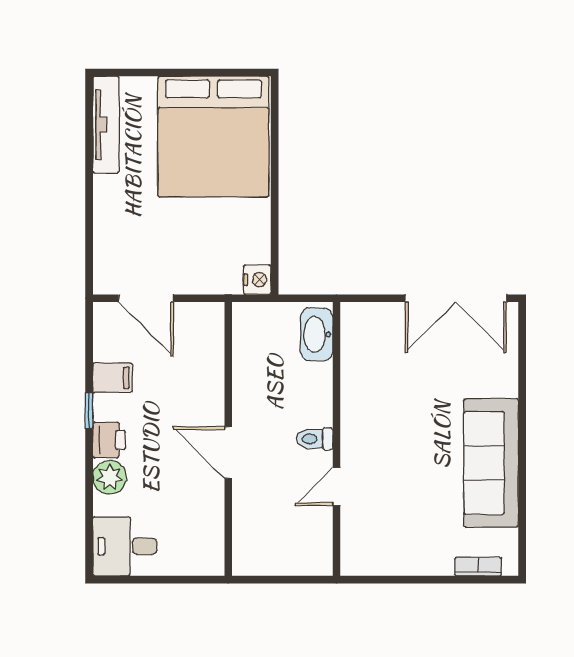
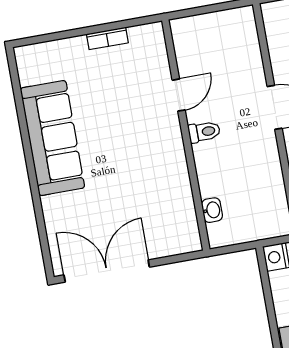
washbasin: (317, 334) -> (212, 210), width x0.52, depth x0.69
bookcase: (478, 567) -> (107, 38), moved

